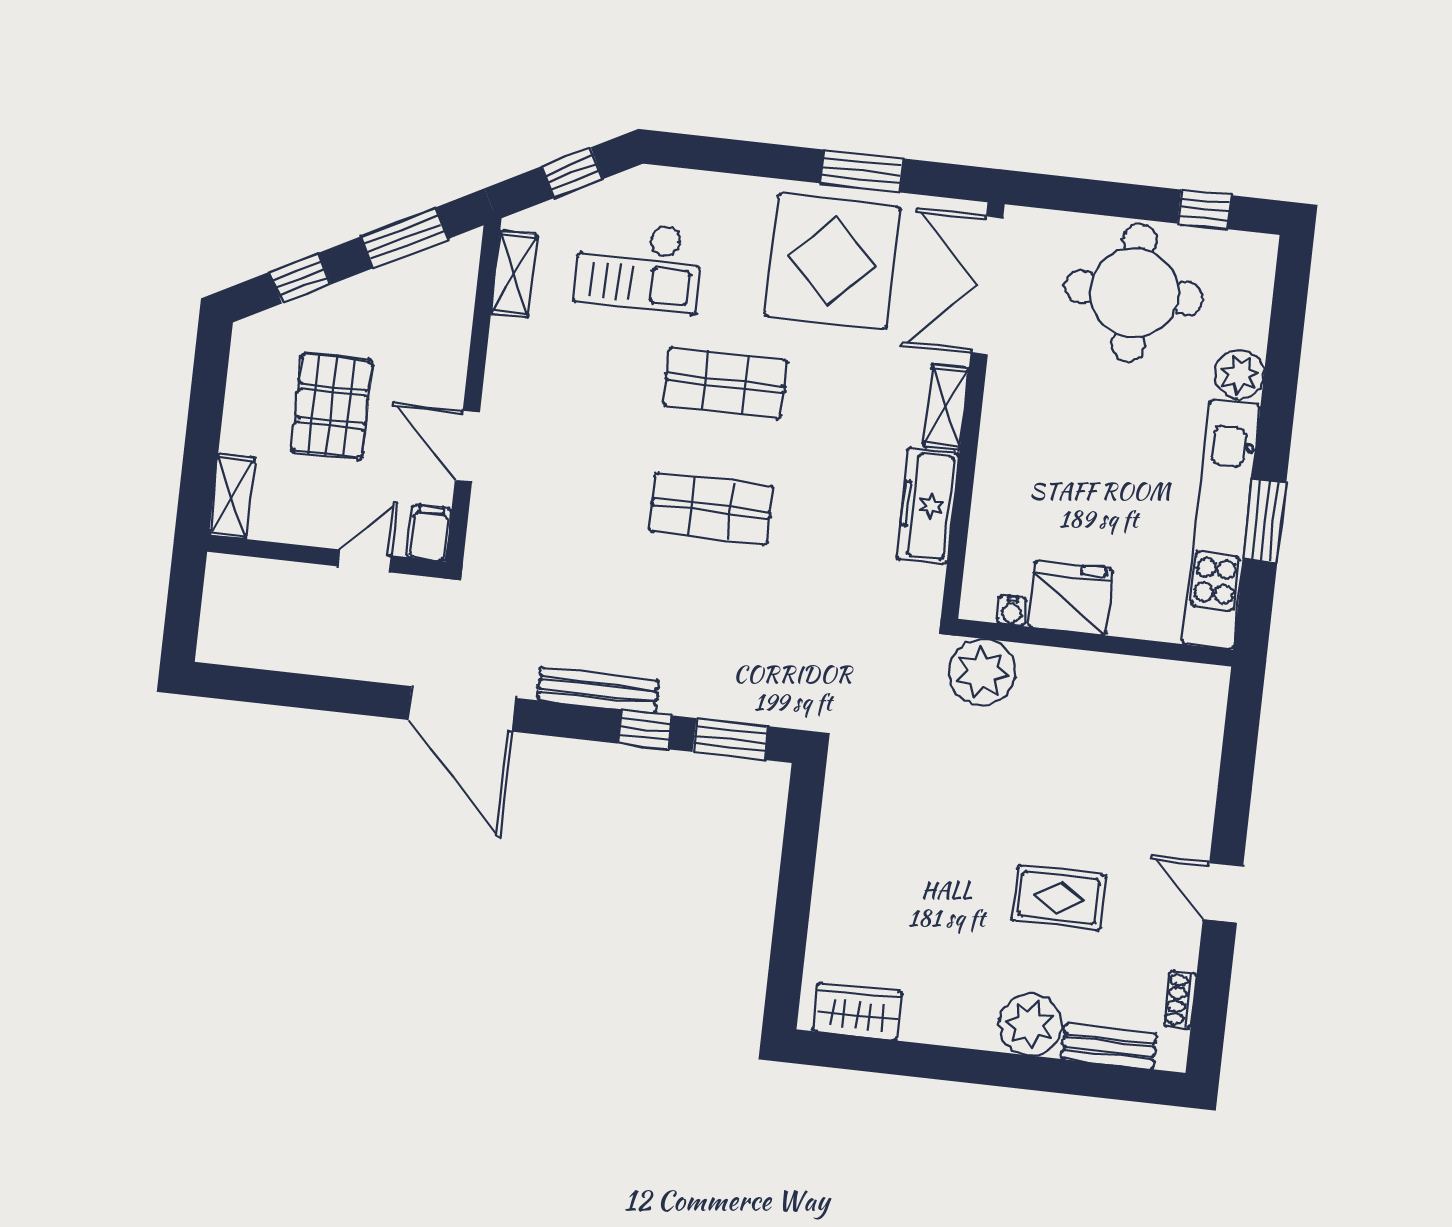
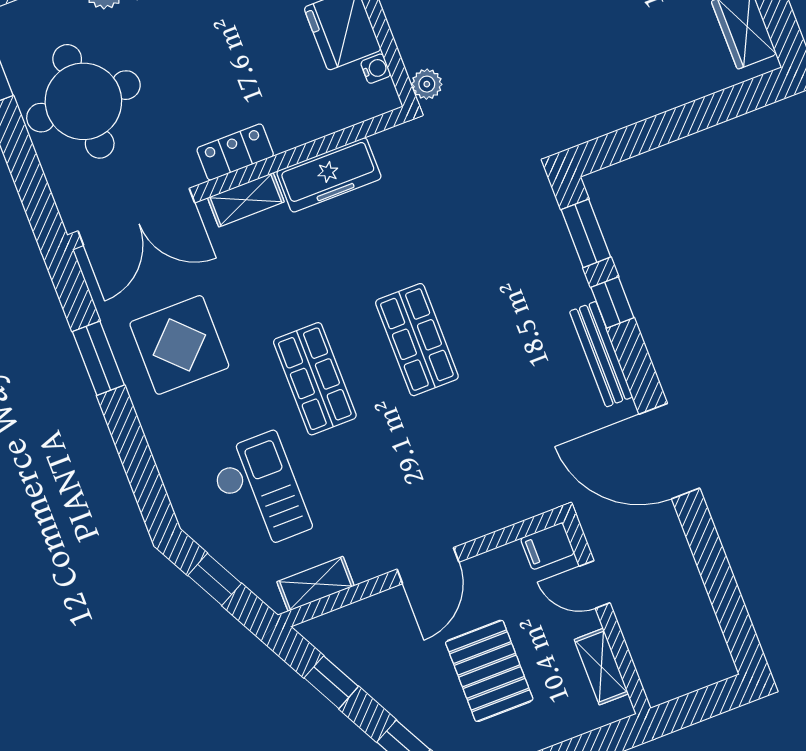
window: (404, 238) -> (331, 682), width x0.67
display table: (832, 261) -> (179, 345), width x0.73, depth x0.73
pallet: (332, 406) -> (489, 671), turned 90
locker: (1001, 422) -> (235, 152), added
door: (467, 446) -> (428, 566), moved
shelving: (232, 496) -> (601, 667), moved, turned 90
plant: (982, 672) -> (427, 84), width x0.53, depth x0.53
door: (462, 709) -> (669, 451), swing flipped

